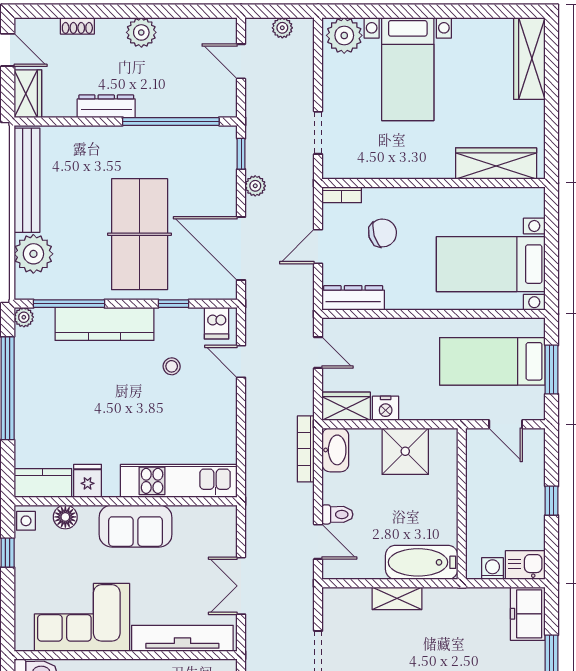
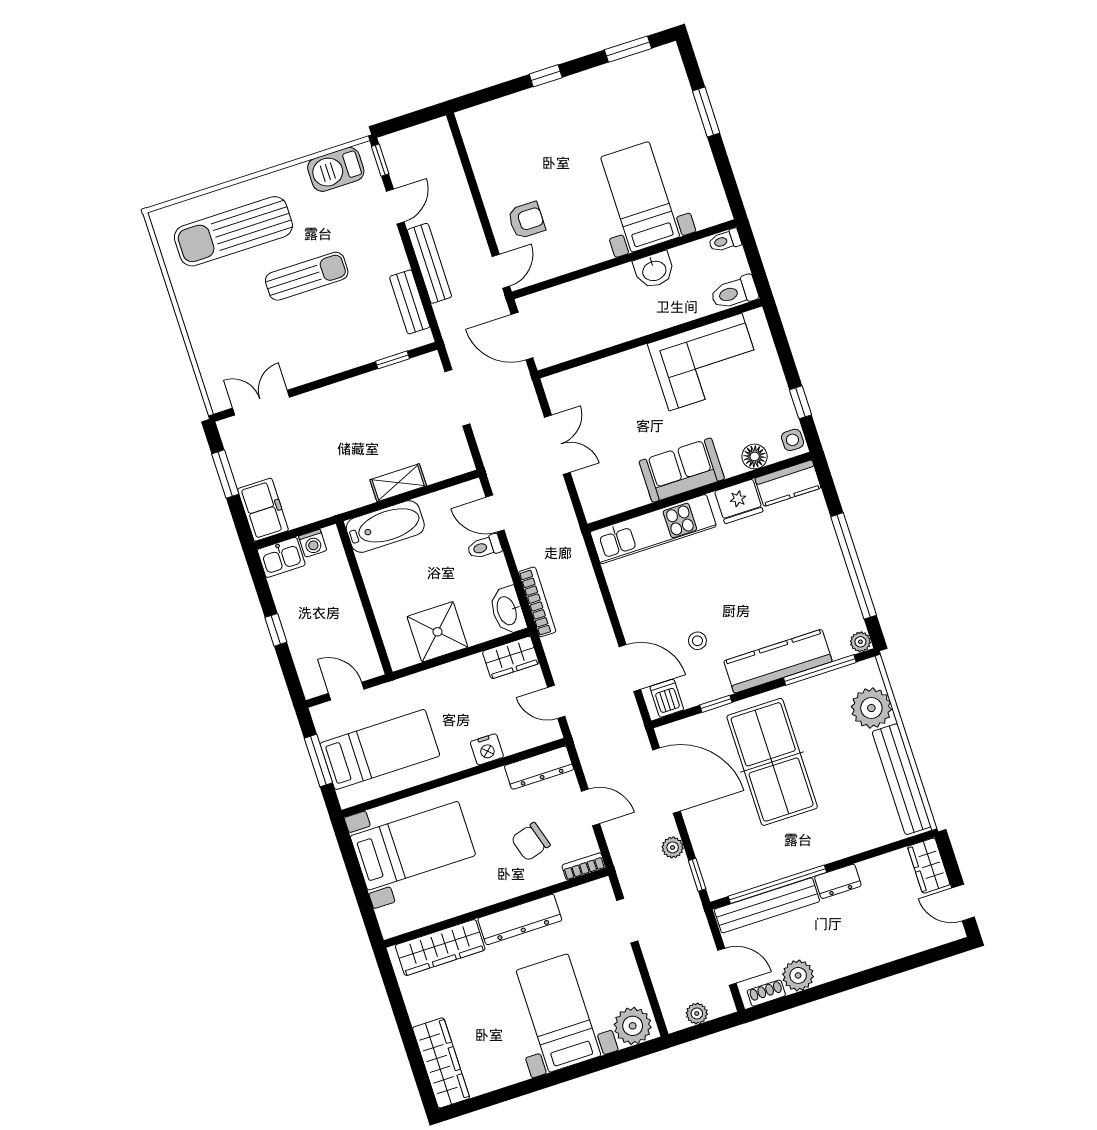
shoe rack: (77, 26) -> (766, 993), moved
plant: (141, 32) -> (798, 975), moved
bench: (187, 105) -> (767, 905), added
dresser: (106, 106) -> (838, 881), width x0.70
dresser: (415, 166) -> (520, 919), added
door: (318, 246) -> (590, 807), hinge flipped
door: (241, 362) -> (630, 668), width x1.38
nightstand: (386, 408) -> (487, 749), moved, turned 180
fridge: (88, 481) -> (739, 501), width x1.38
tv unit: (182, 638) -> (599, 374), removed

